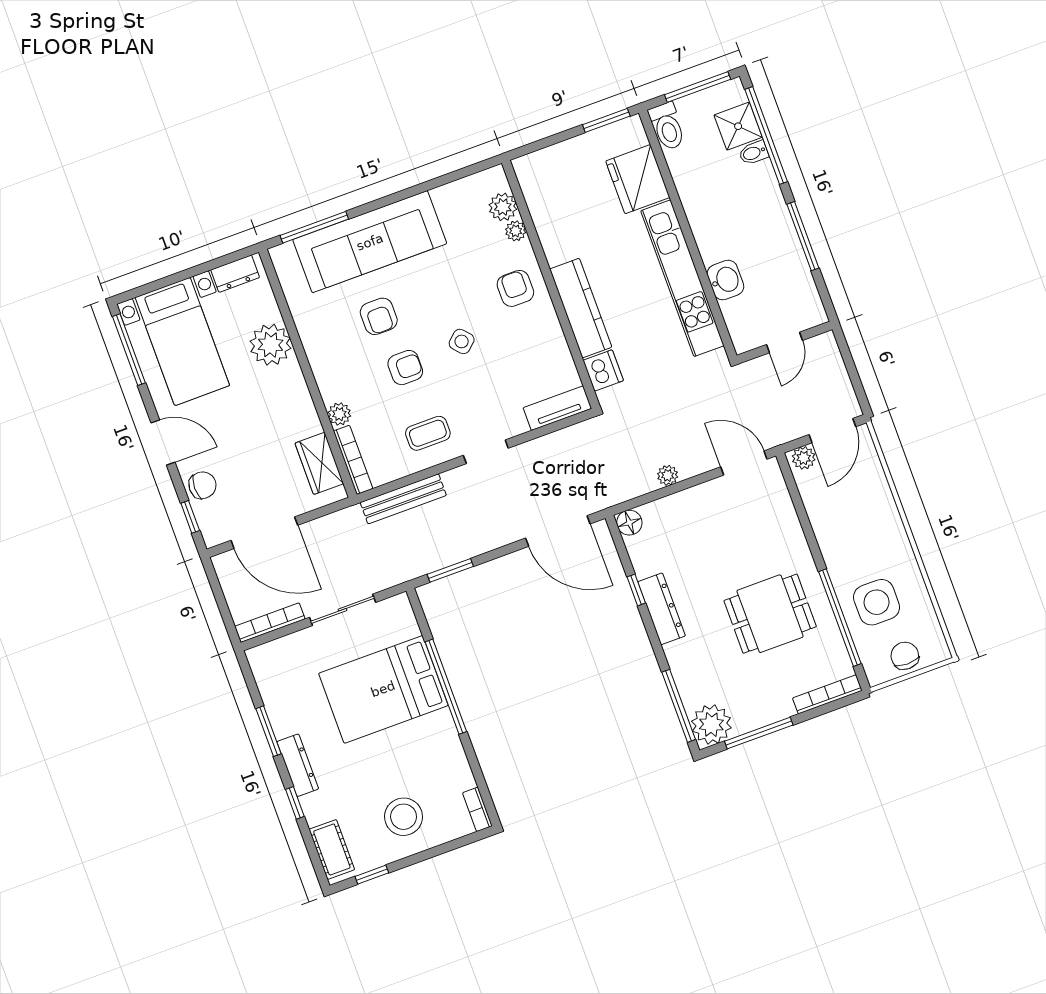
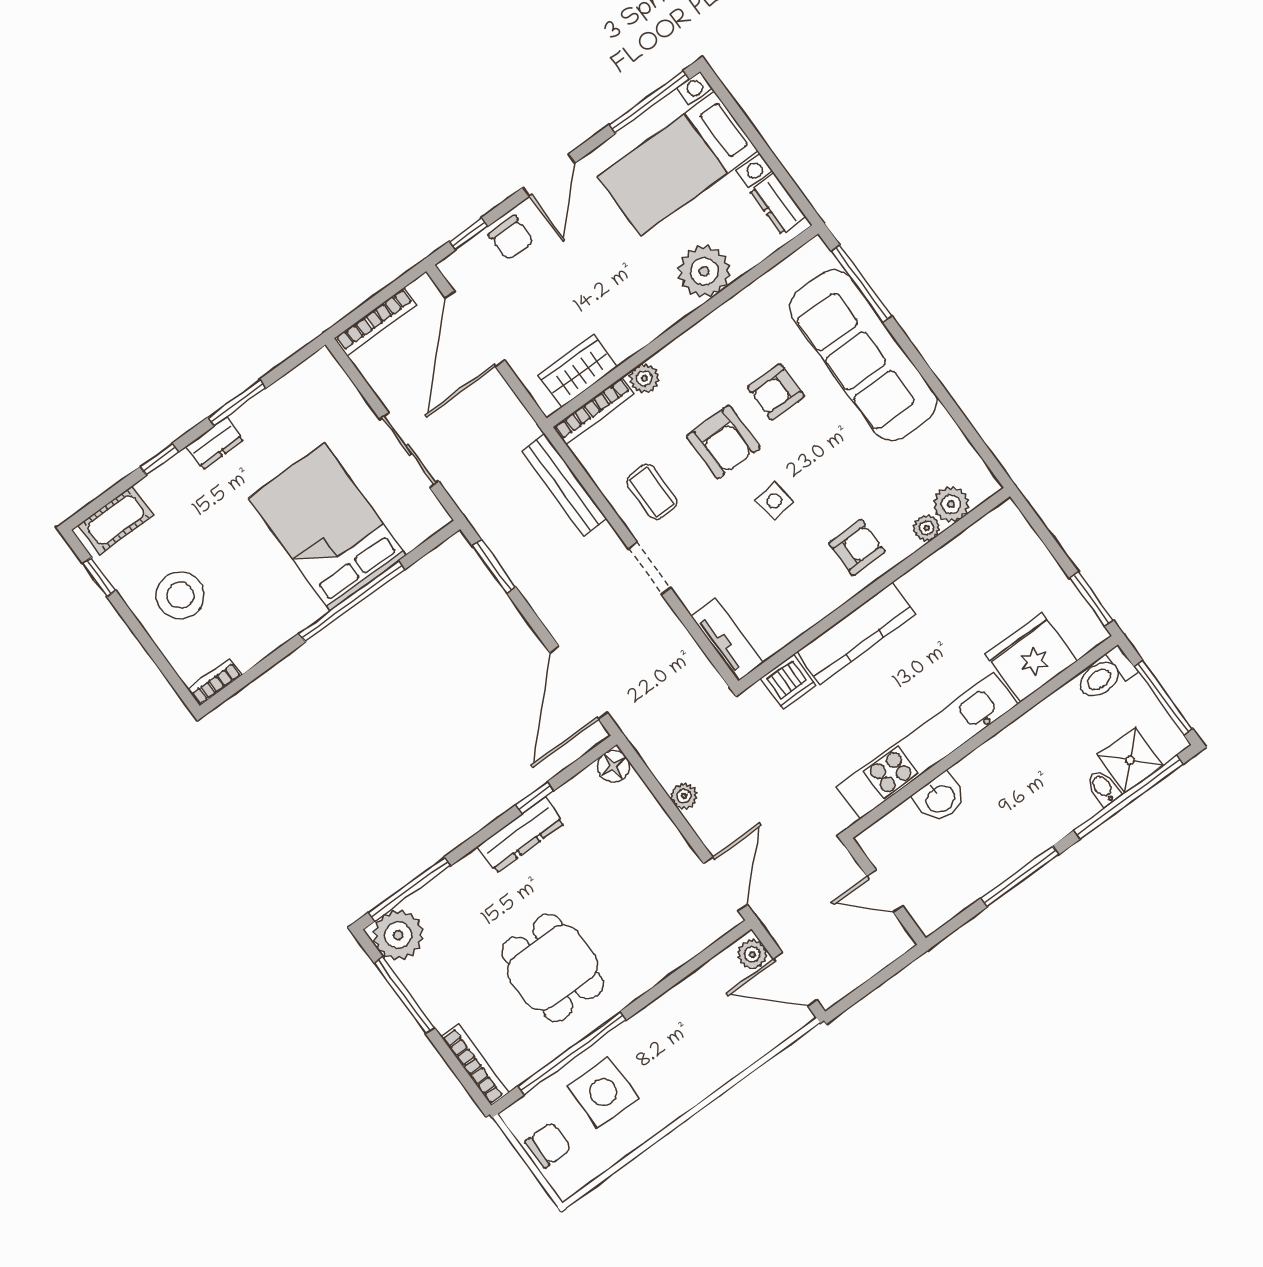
side table: (462, 341) -> (774, 501), turned 35
armchair: (405, 368) -> (723, 442), width x1.38, depth x1.38
bookcase: (270, 623) -> (375, 322), moved, turned 90
dresser: (298, 765) -> (215, 443), width x0.70

